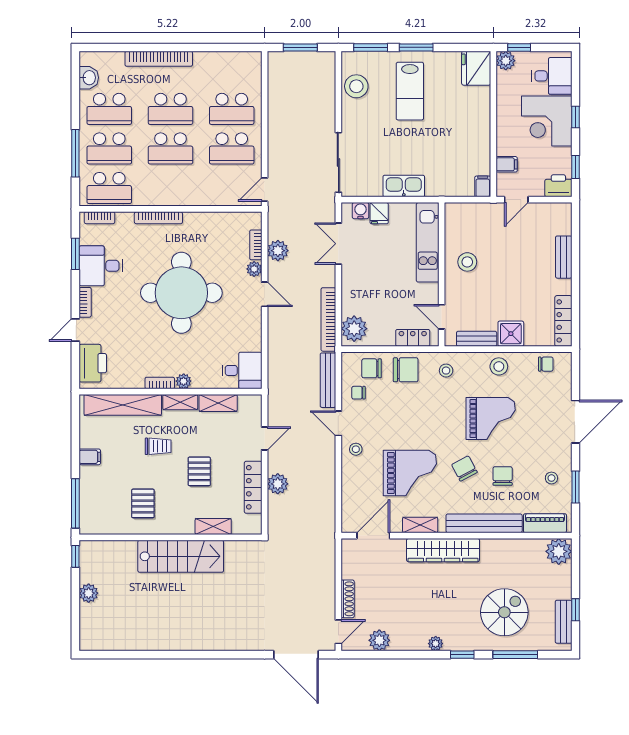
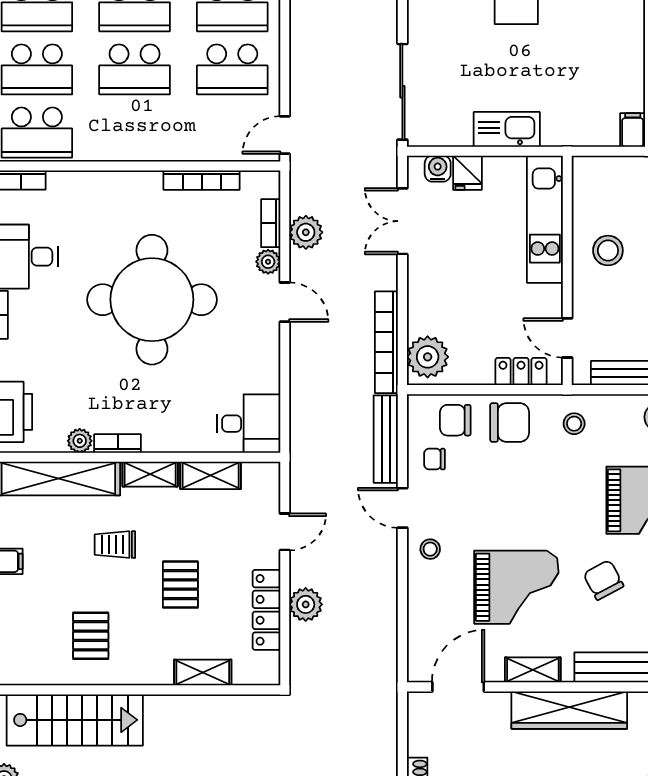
bookcase: (158, 218) -> (202, 180), moved
plant: (184, 381) -> (80, 441), moved
trolley: (158, 446) -> (115, 545), turned 180
stairs: (181, 556) -> (75, 720), moved

